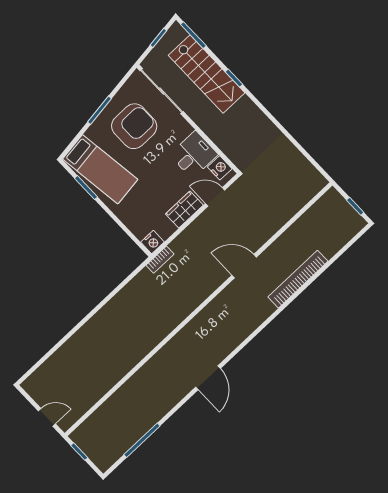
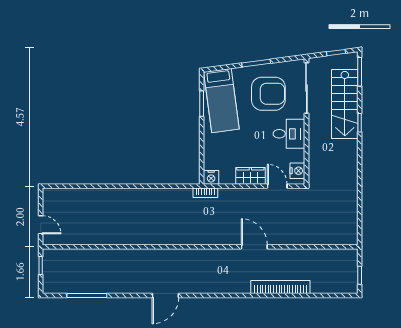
desk: (194, 155) -> (289, 134), moved

